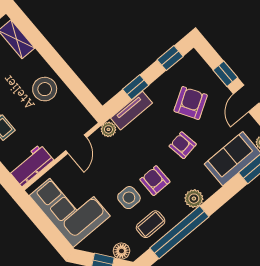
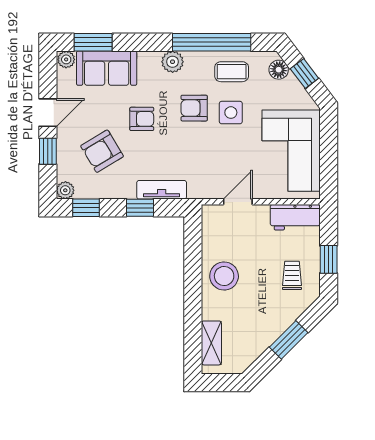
plant: (108, 129) -> (65, 190), moved
armchair: (183, 145) -> (142, 119), turned -81
armchair: (155, 181) -> (194, 108), turned 90

